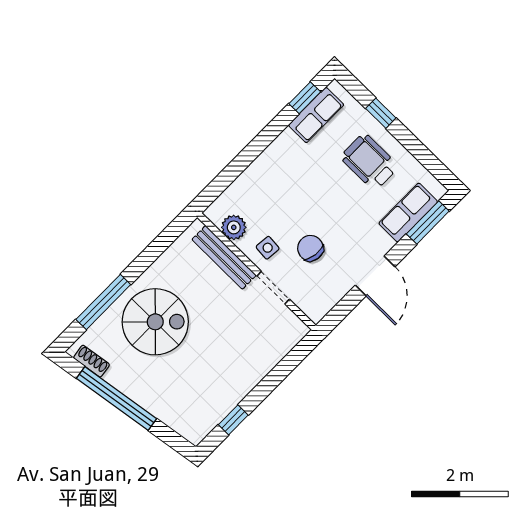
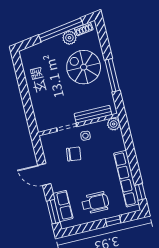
row of seats: (316, 115) -> (126, 179), width x2.02
plant: (234, 227) -> (114, 124), moved
window: (103, 302) -> (112, 75), moved
spiral stairs: (155, 322) -> (84, 67), turned 90
plant: (121, 376) -> (69, 38), added
window: (233, 420) -> (20, 74), removed

